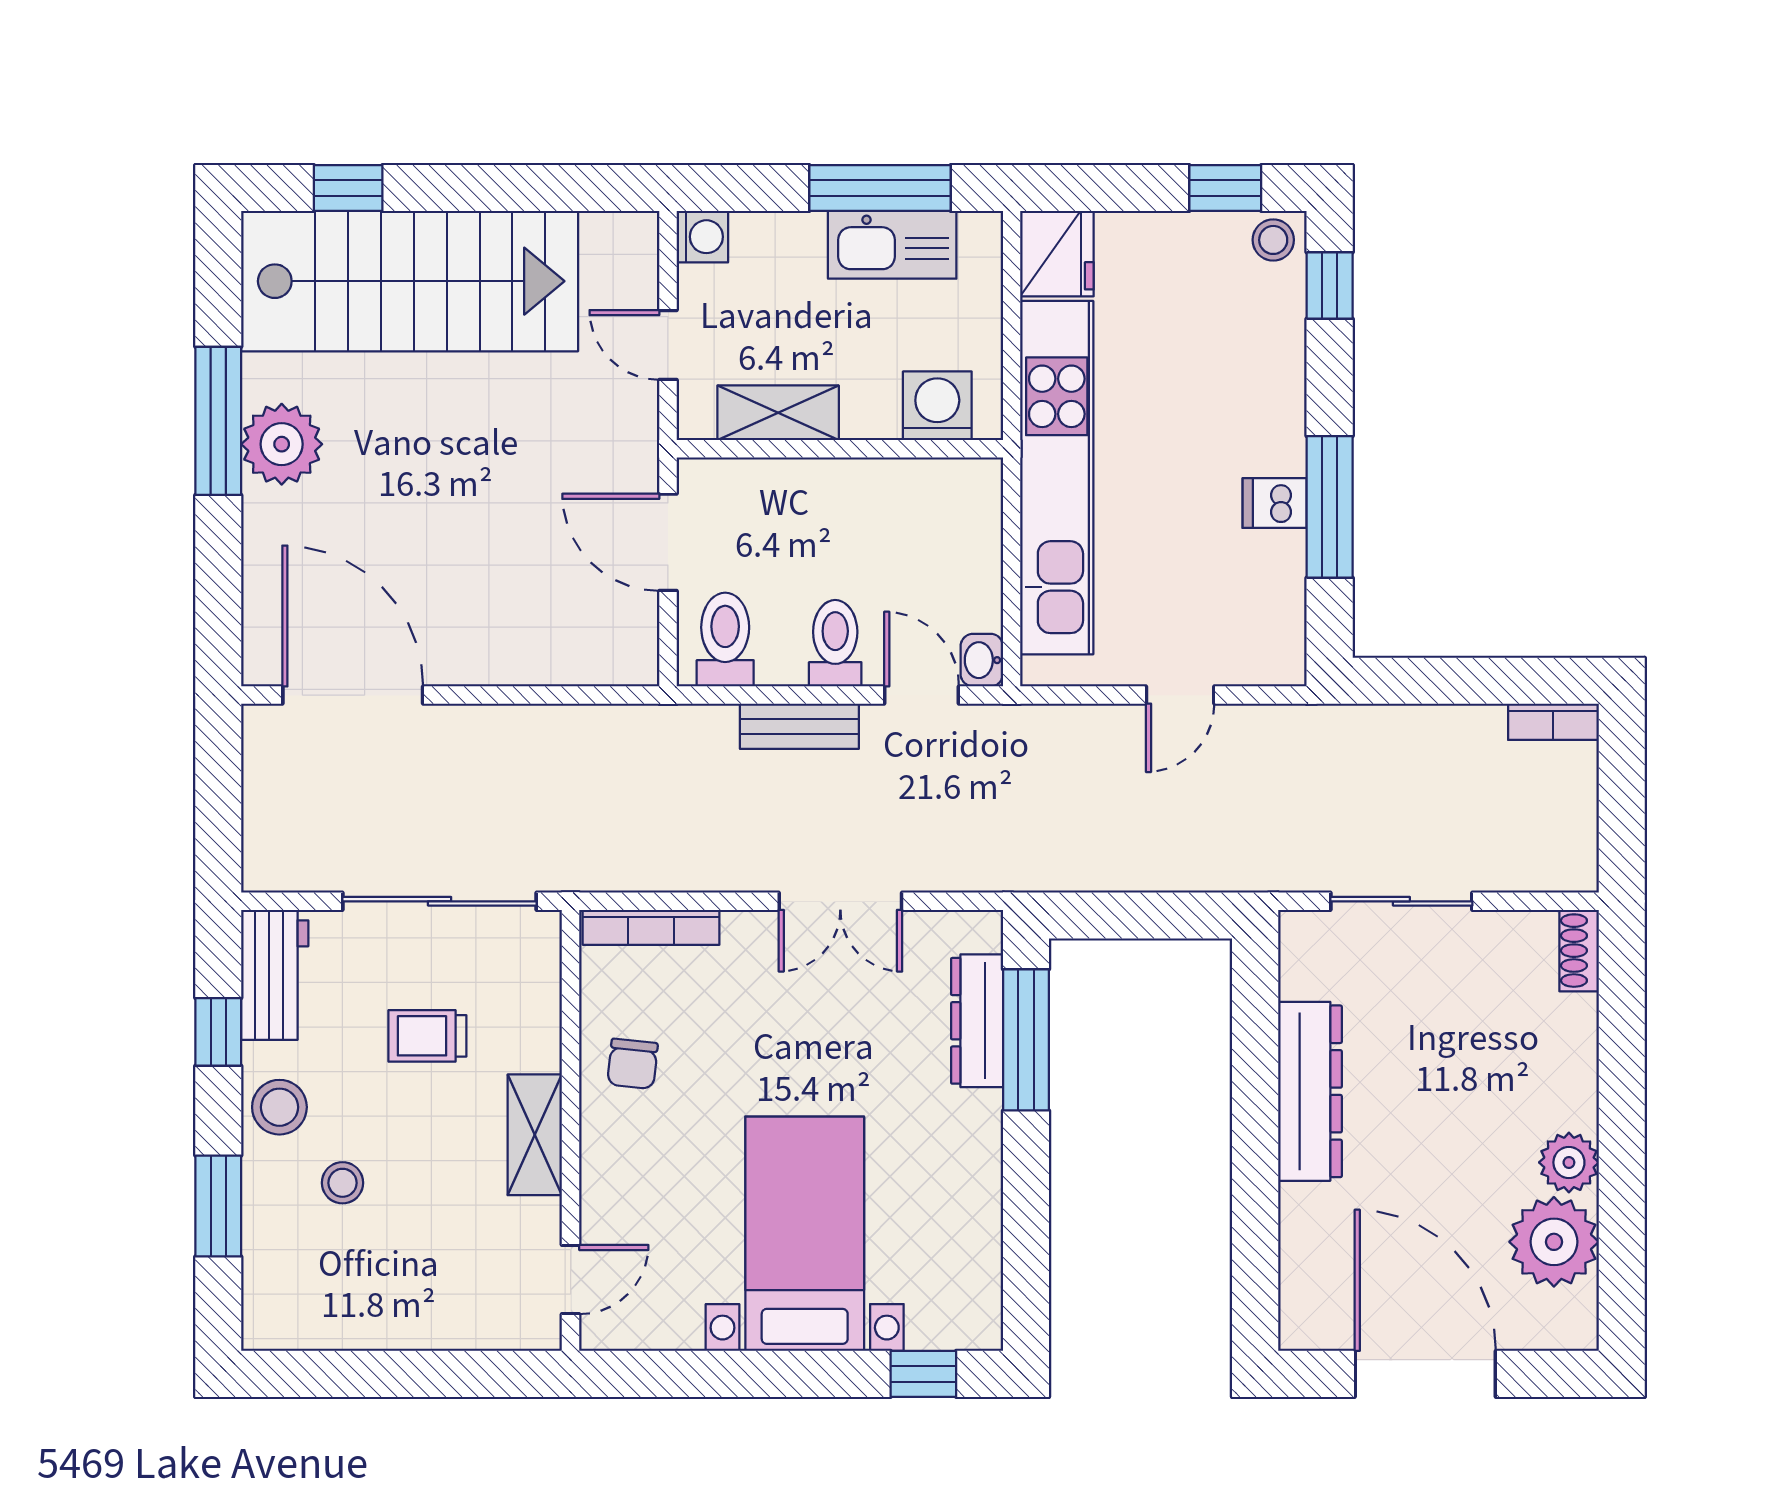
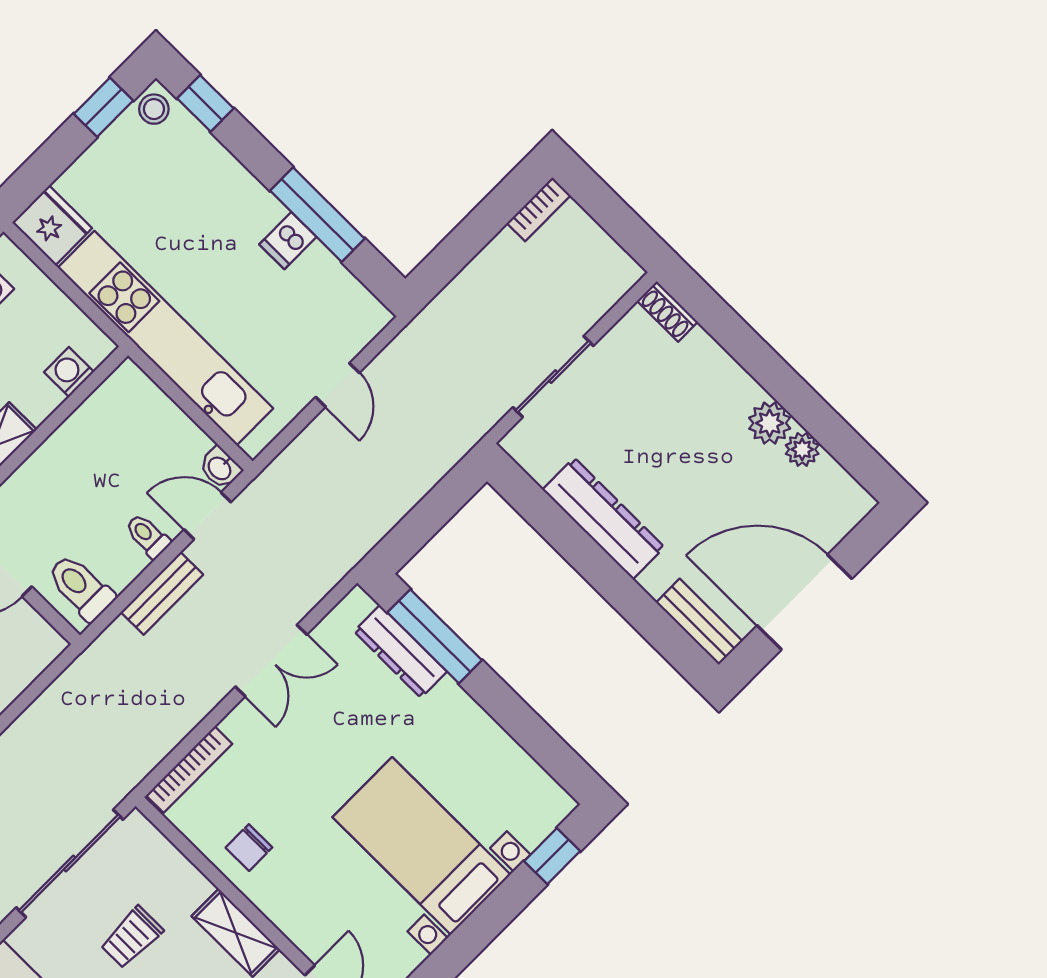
washing machine: (937, 406) -> (69, 372), width x0.73, depth x0.73
toilet: (835, 643) -> (148, 536), width x0.73, depth x0.72
chair: (633, 1064) -> (249, 848), turned 84
plant: (1554, 1242) -> (802, 449), width x0.53, depth x0.53
bench: (1302, 1289) -> (699, 622), added

